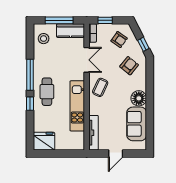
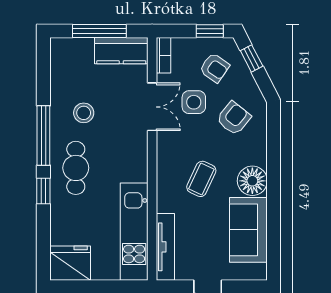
window: (105, 20) -> (210, 31), moved
stool: (44, 39) -> (84, 113), moved
window: (143, 44) -> (252, 58), moved
side table: (108, 57) -> (194, 102), added
coffee table: (100, 87) -> (201, 179), moved
kitchen unit: (77, 106) -> (134, 232), moved

